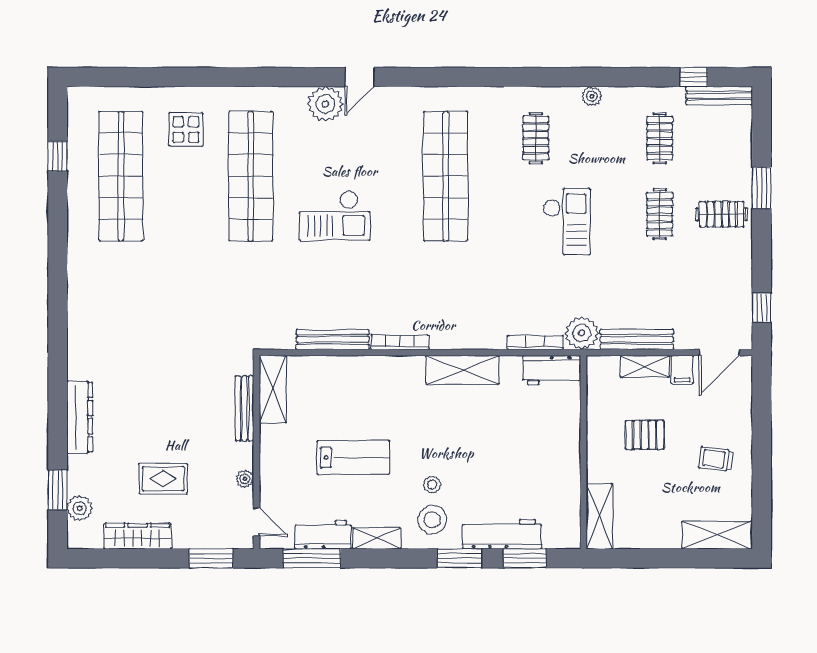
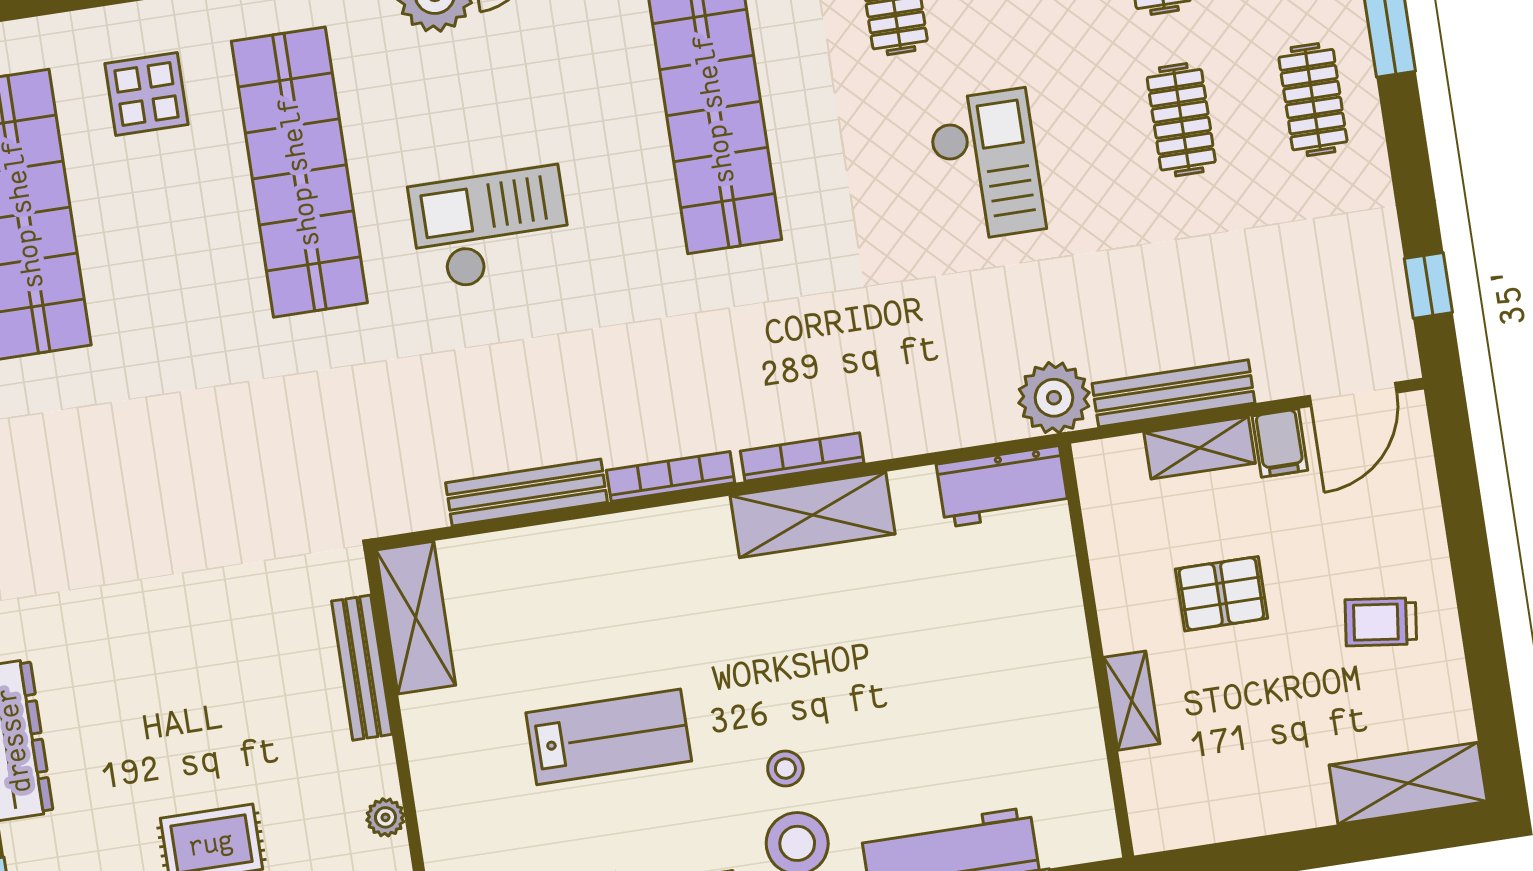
clothes rail: (722, 214) -> (1313, 100), turned 90
checkout: (335, 216) -> (491, 228), turned 180
bookcase: (535, 343) -> (802, 457), moved
shelving: (599, 516) -> (1132, 701), moved, width x0.67, depth x0.75

